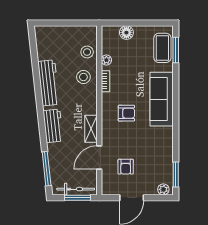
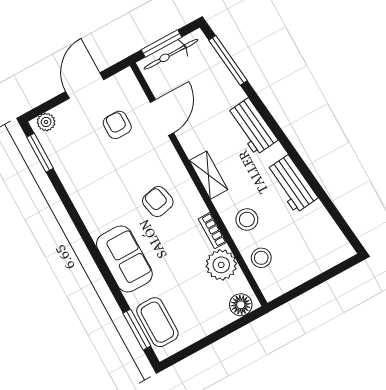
floor lamp: (126, 33) -> (241, 305), moved
plant: (106, 60) -> (221, 265), width x1.88, depth x1.88
workbench: (48, 83) -> (292, 184), width x0.73
sofa: (162, 99) -> (124, 259), width x0.73
armchair: (126, 113) -> (158, 202), turned 78
shelving: (91, 129) -> (209, 175), moved

